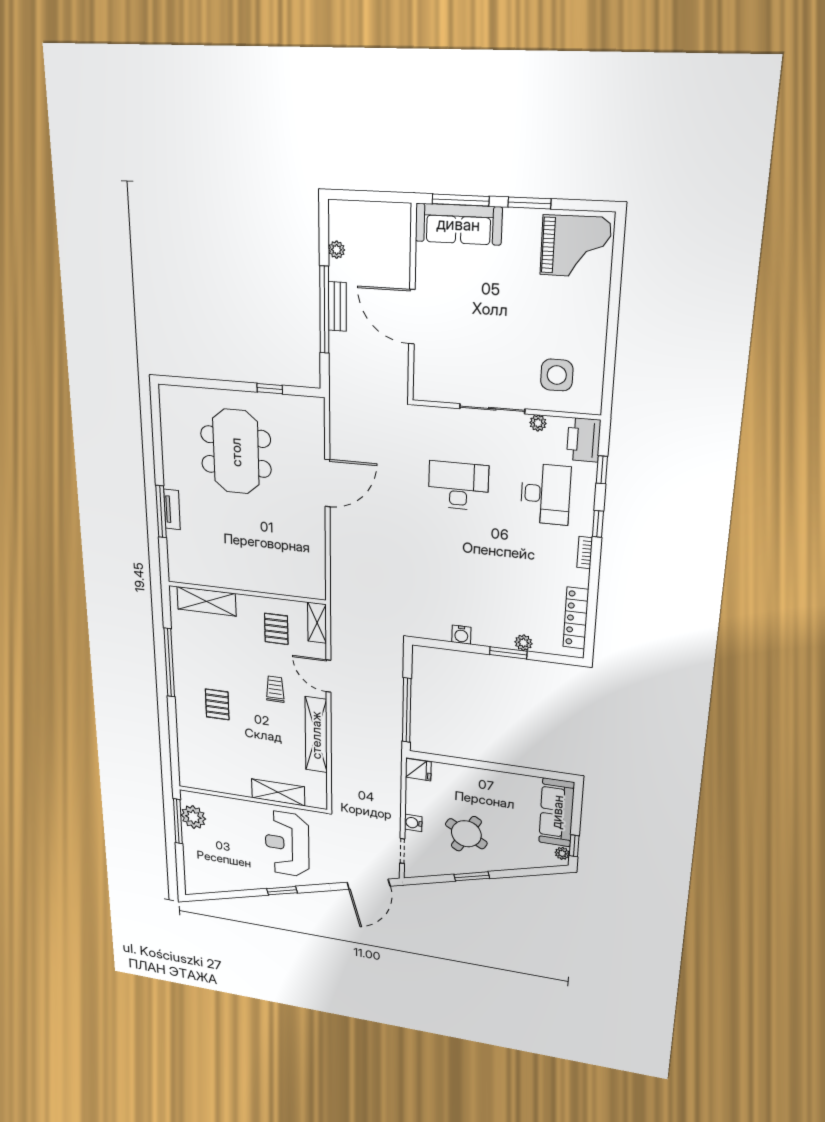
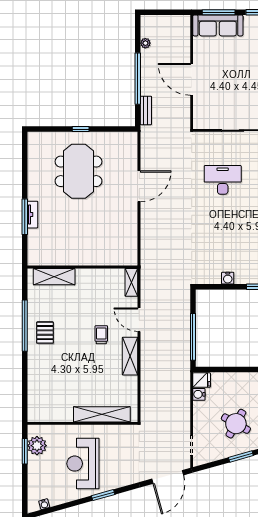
bench: (337, 306) -> (146, 110), moved
window: (270, 389) -> (81, 129), moved
pallet: (276, 629) -> (103, 290), removed
pallet: (217, 704) -> (45, 333), moved
shelving: (316, 735) -> (130, 356), width x0.68
shelving: (278, 792) -> (102, 414), width x1.47
window: (178, 821) -> (25, 451), width x0.69
water cooler: (413, 823) -> (199, 394), moved
reception desk: (287, 844) -> (83, 464), moved
water cooler: (206, 888) -> (44, 504), added

